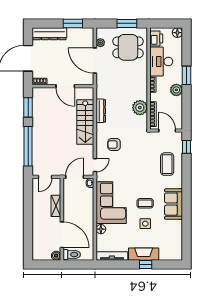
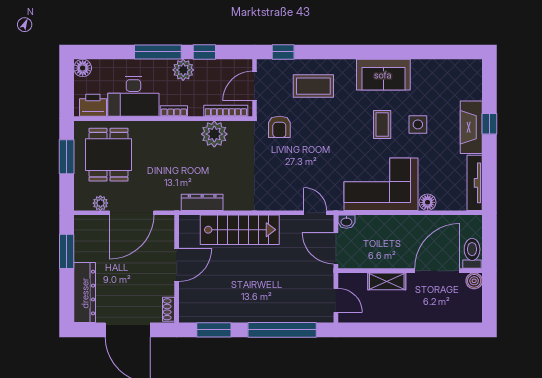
window: (187, 75) -> (158, 52), width x1.44
window: (187, 102) -> (204, 52), added
dresser: (101, 111) -> (202, 202), moved
armchair: (114, 145) -> (279, 127), moved

